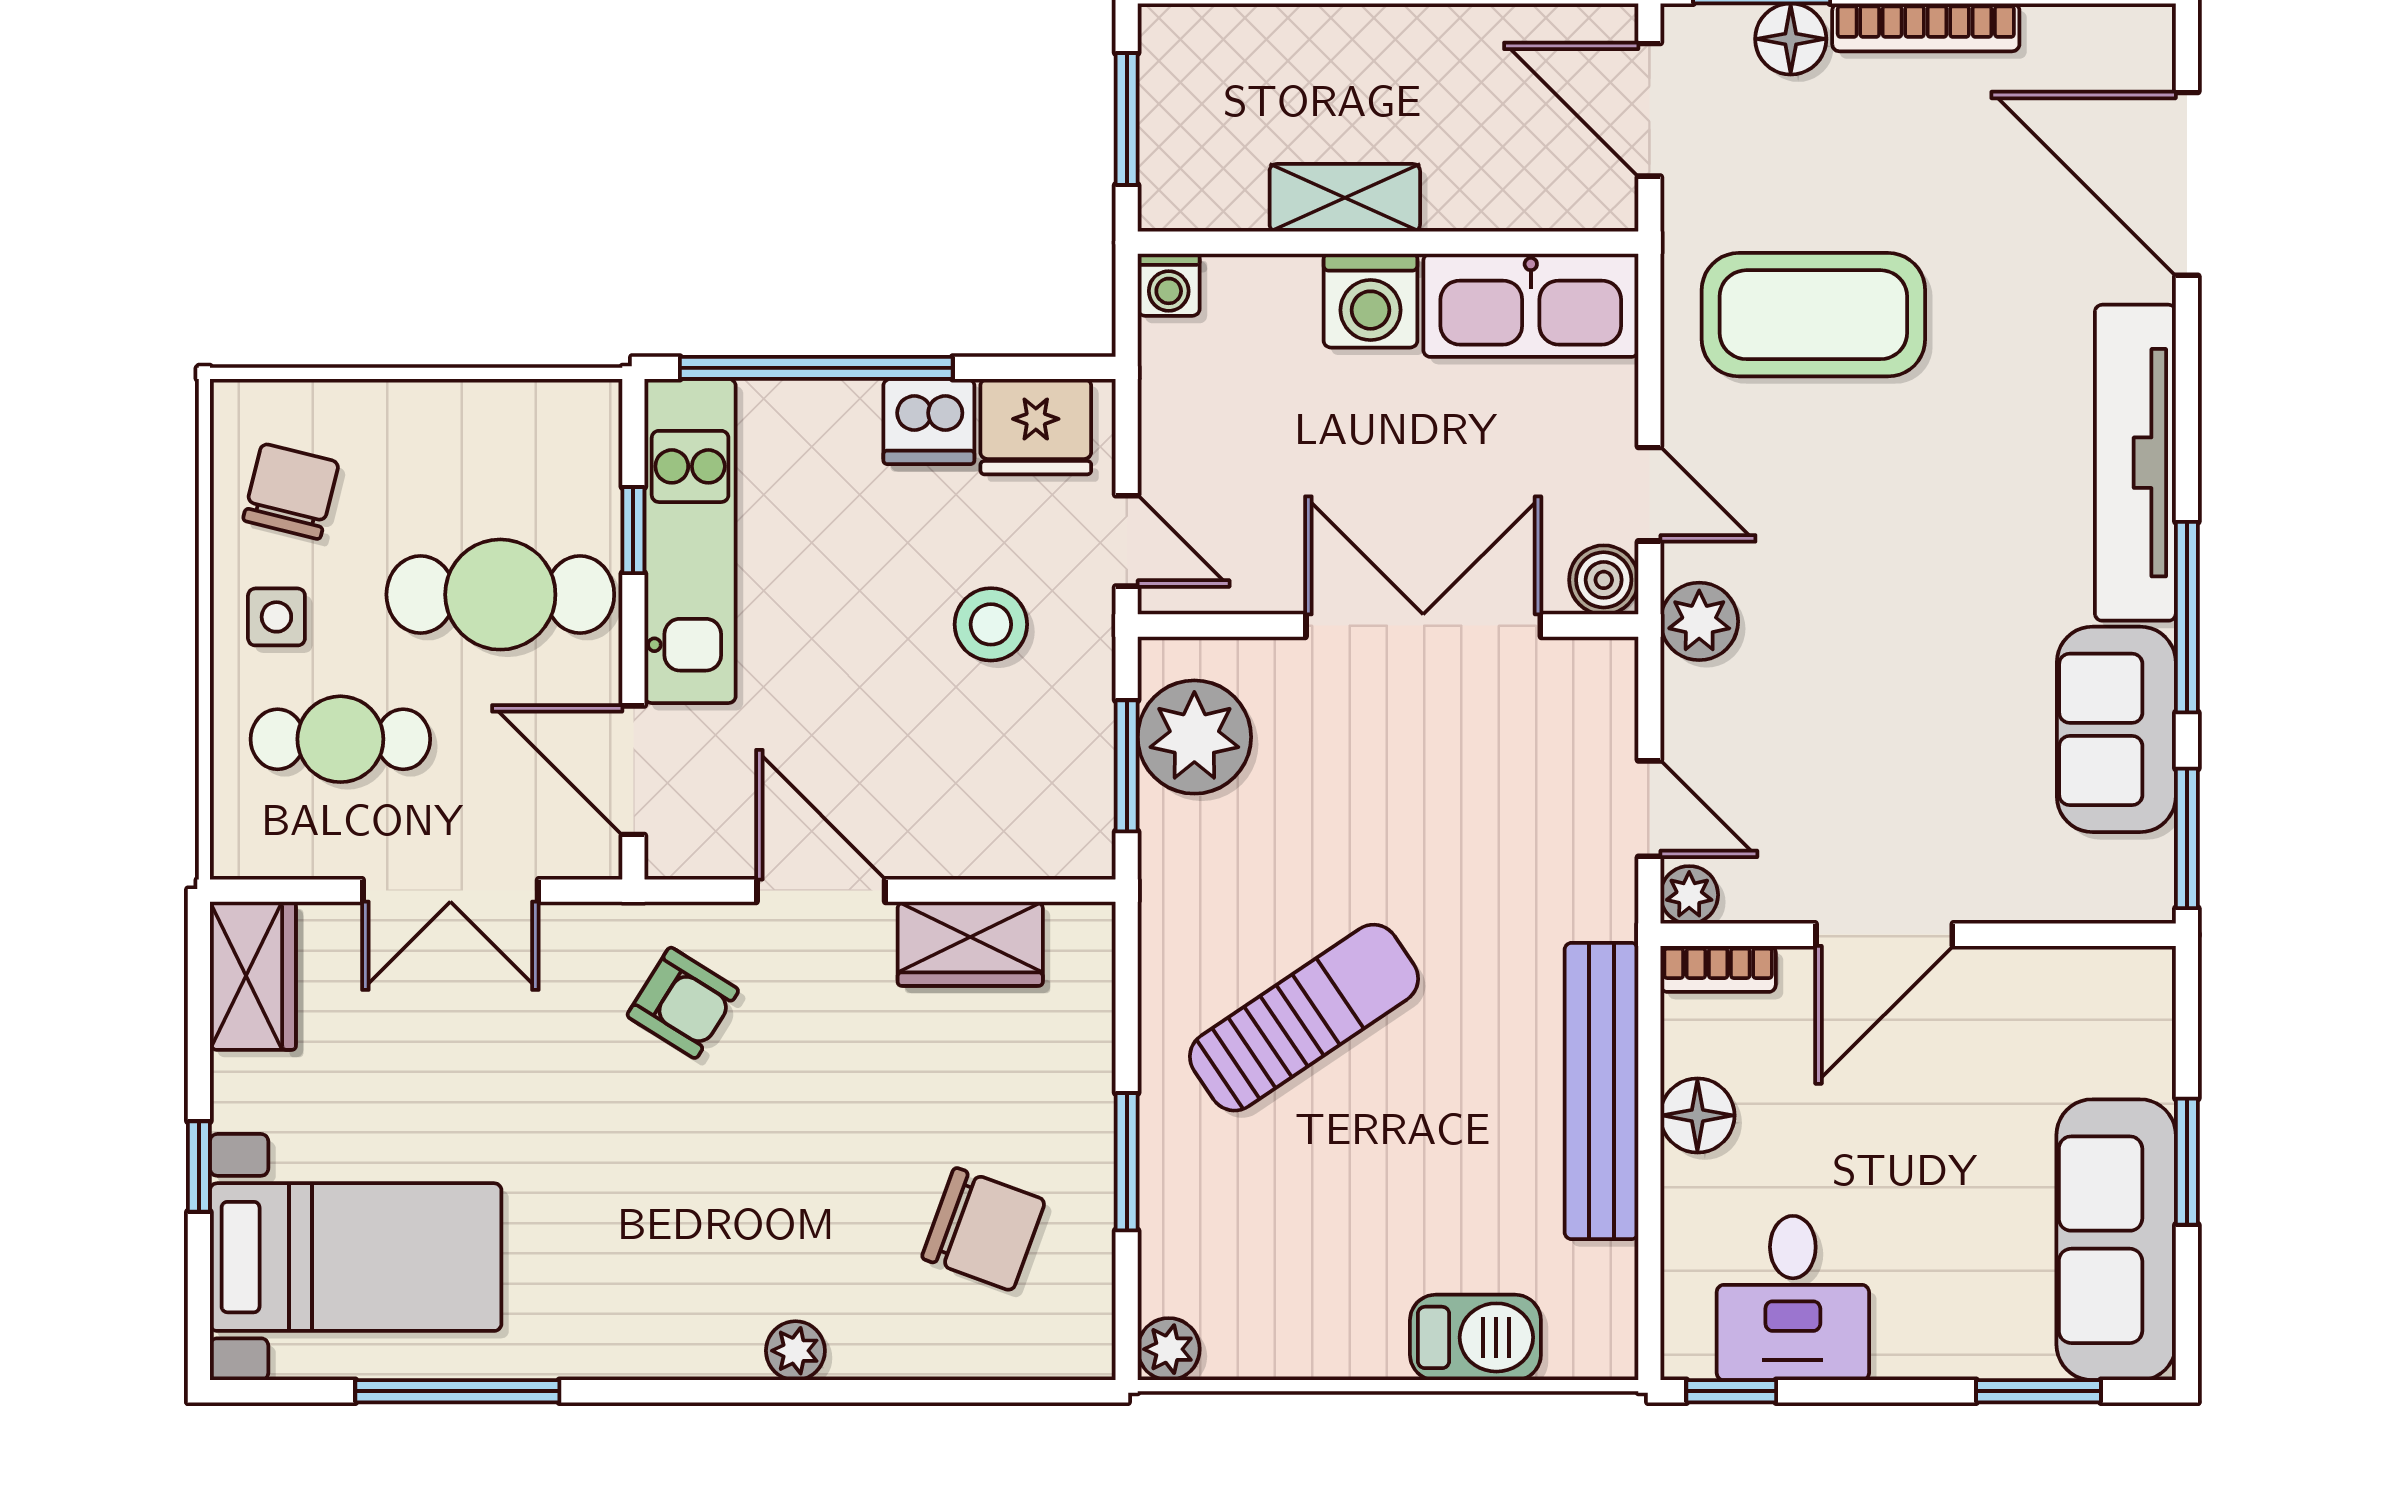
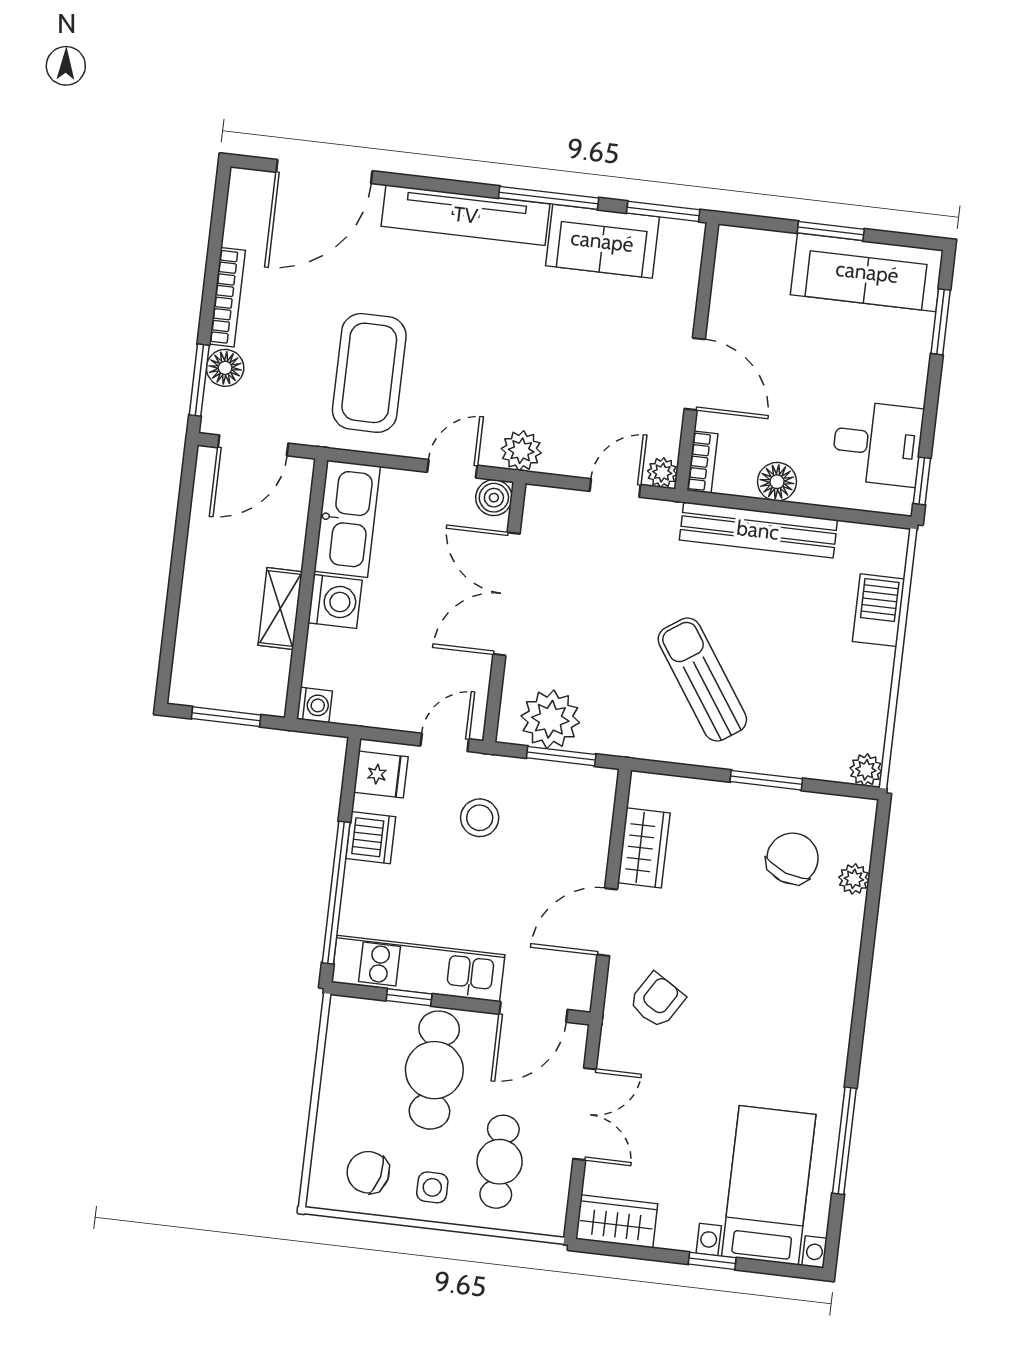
fridge: (1036, 427) -> (381, 775), width x0.72
plant: (795, 1351) -> (854, 879), moved

